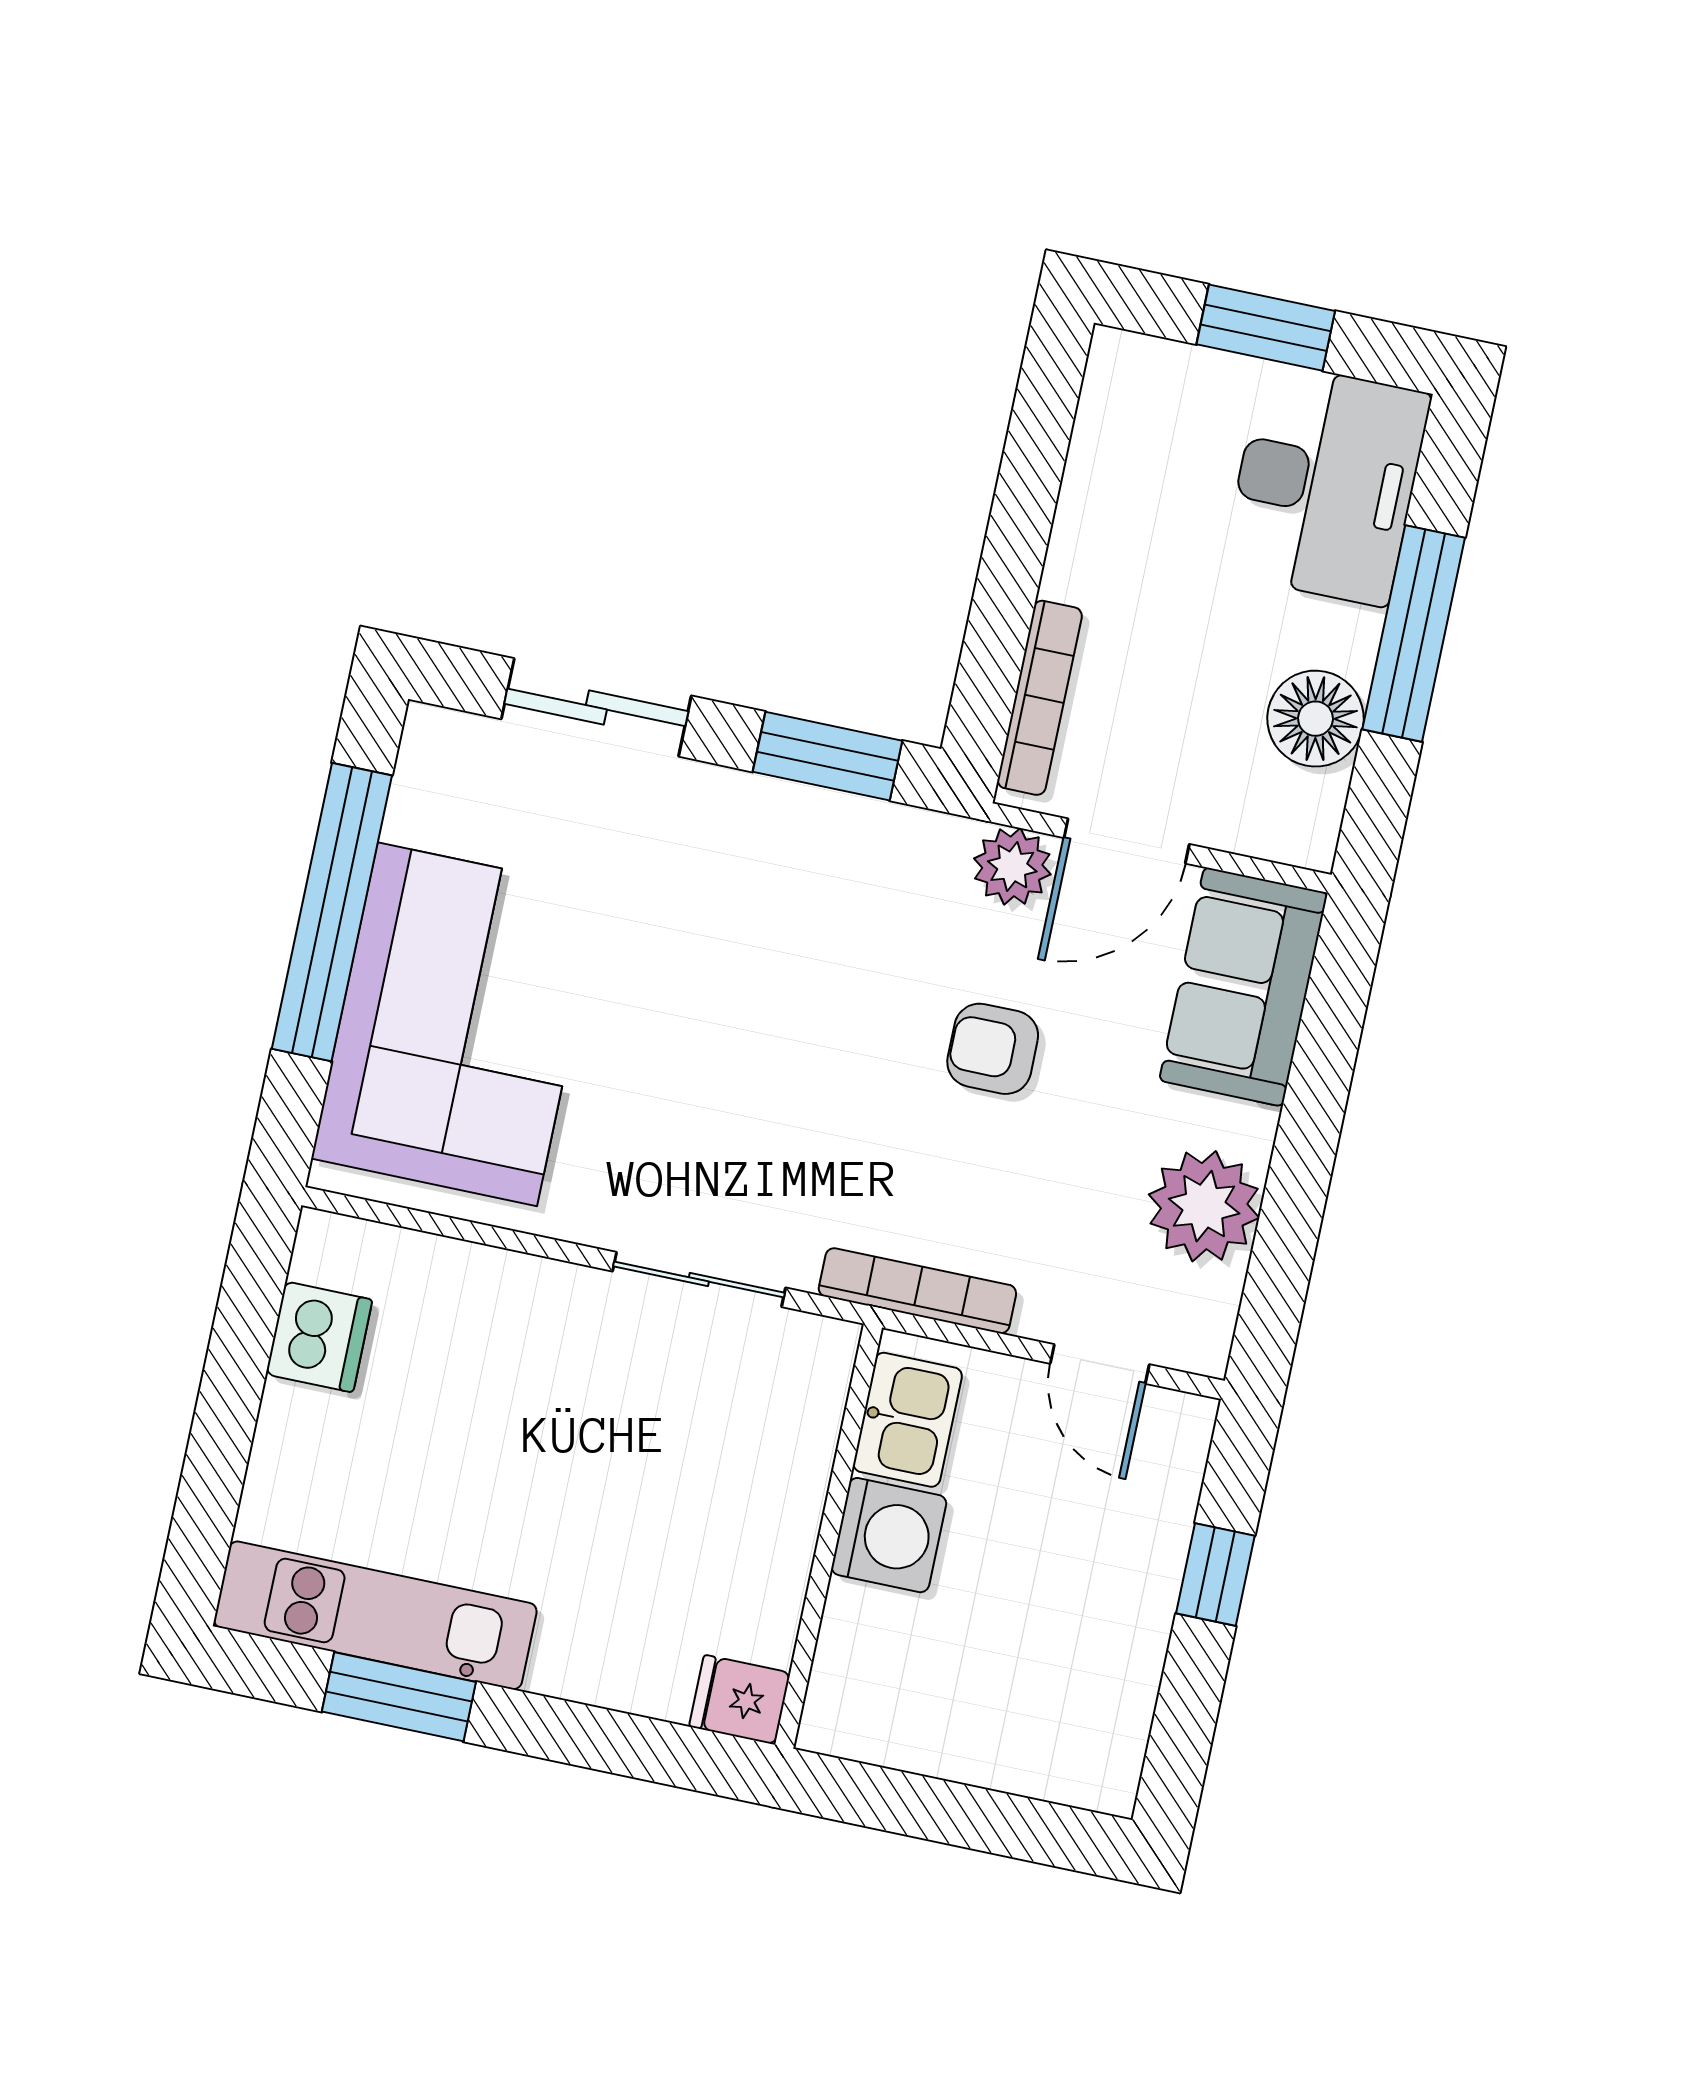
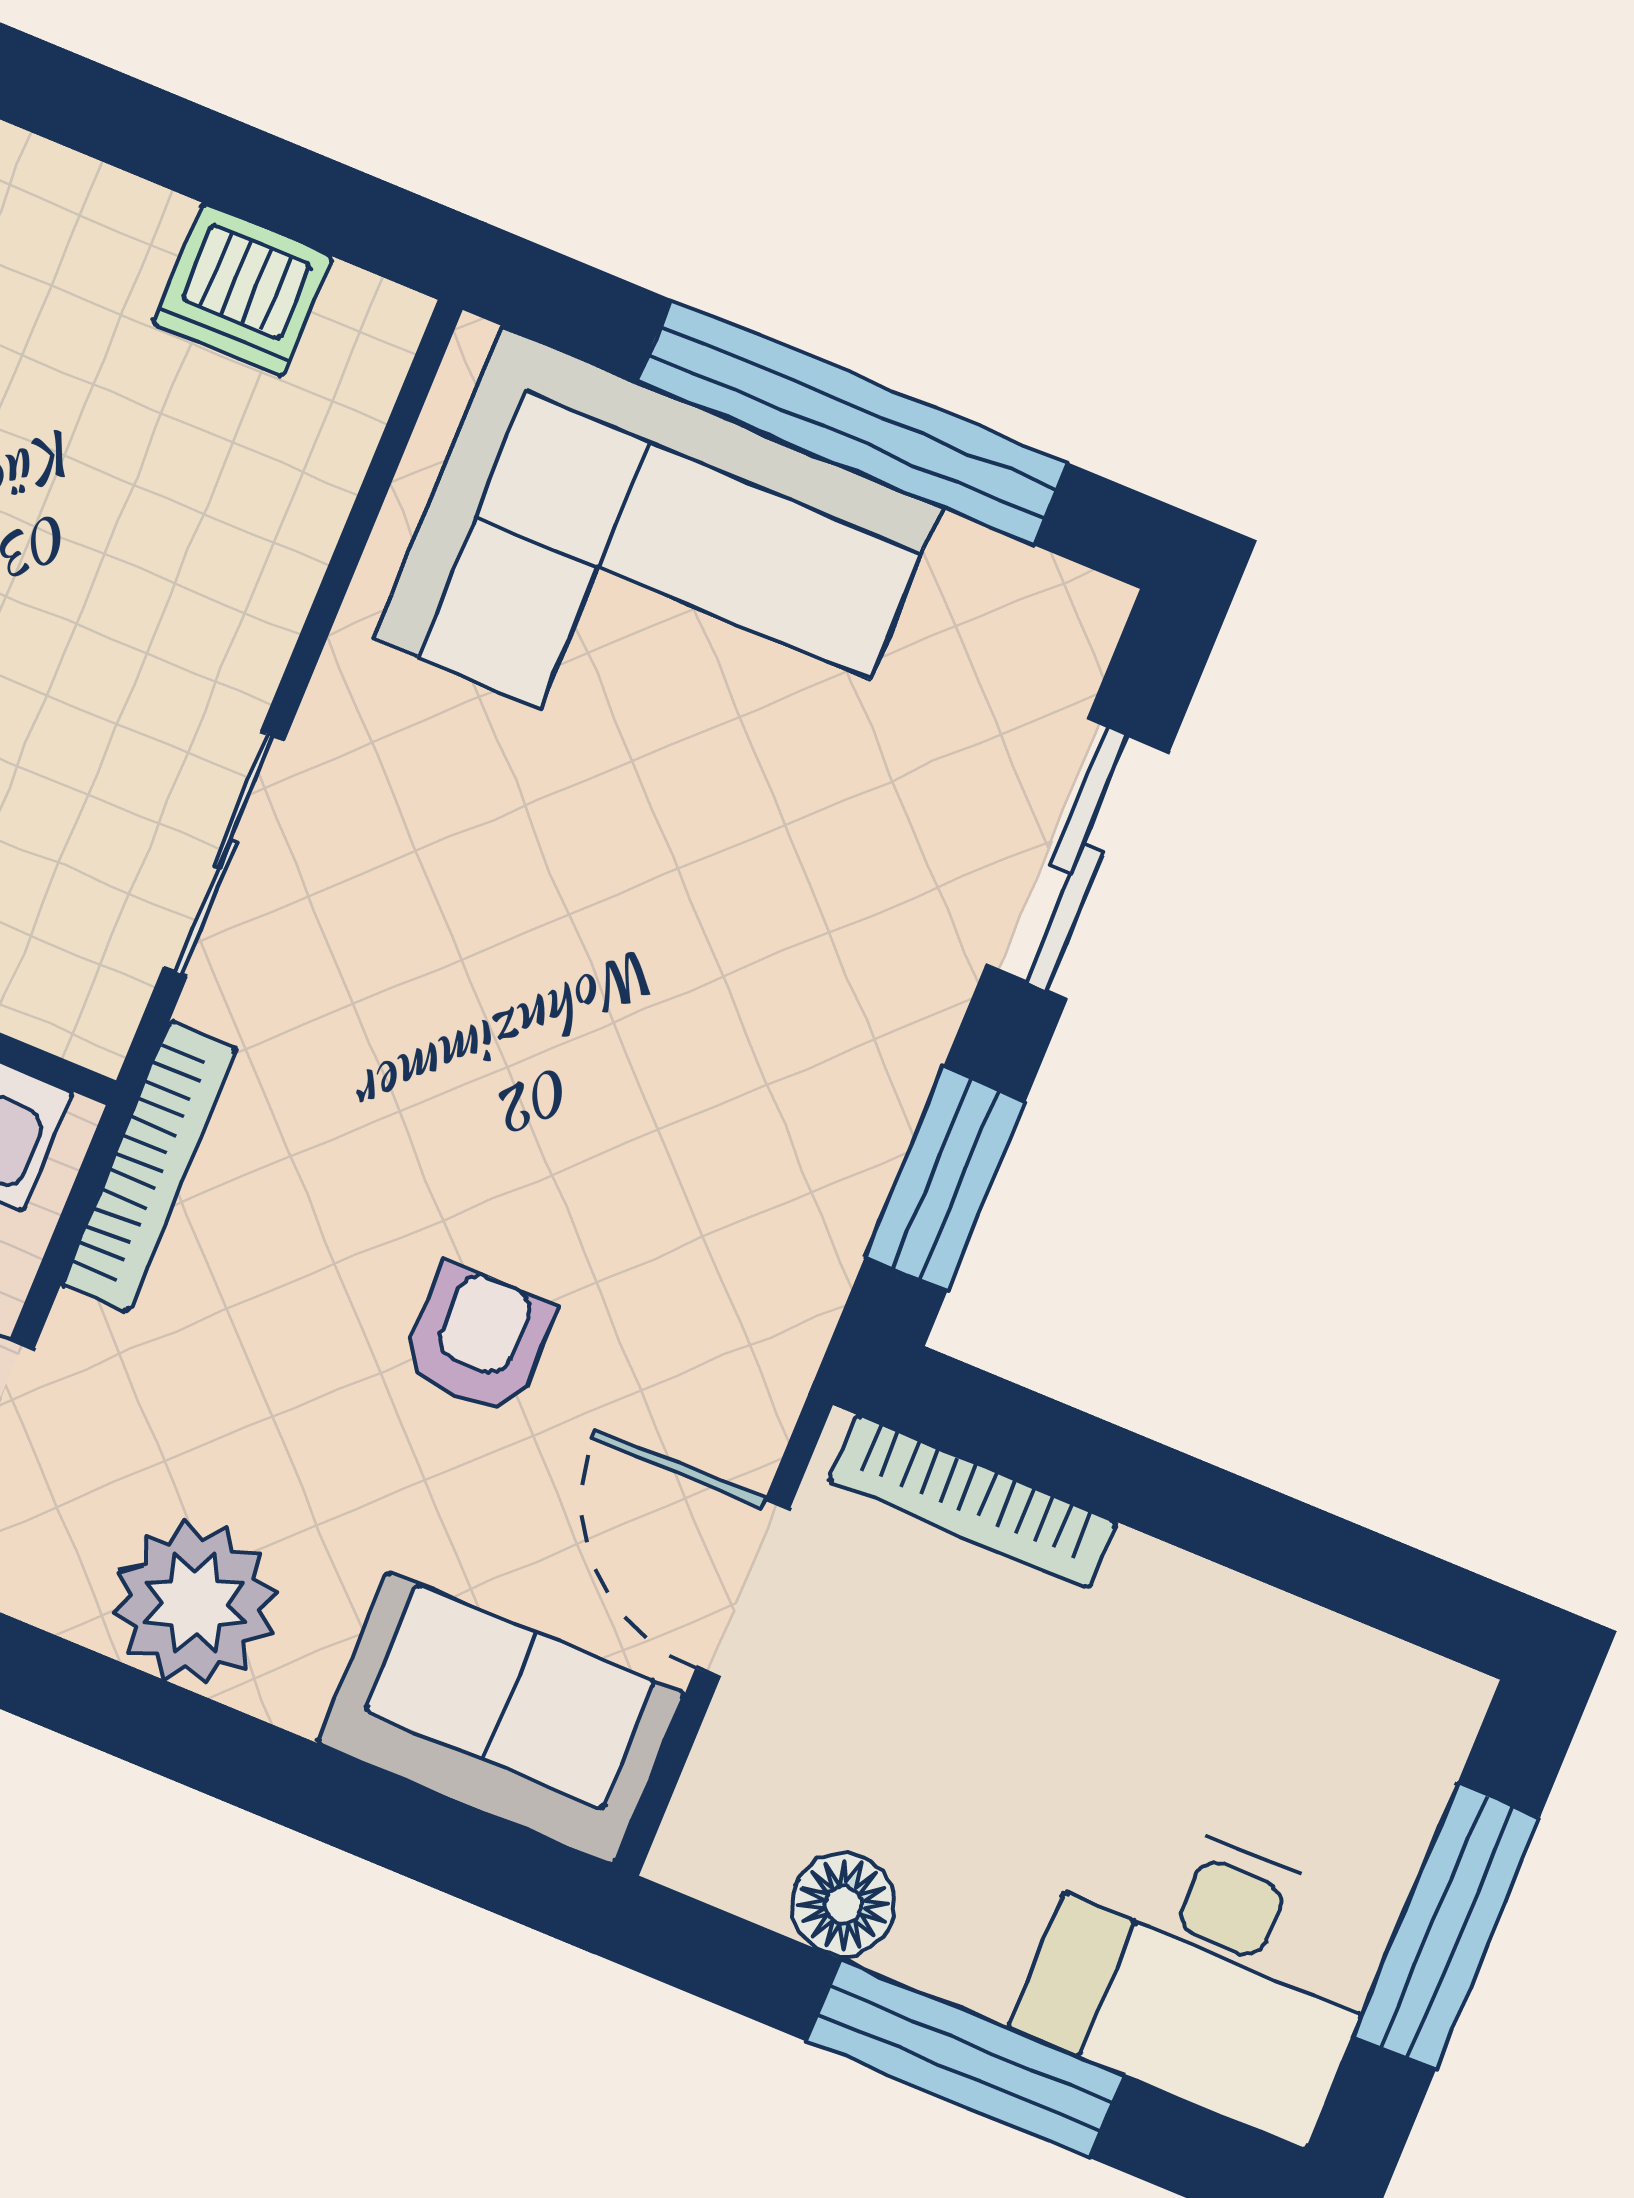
window: (1266, 328) -> (1447, 1927), width x1.44
floor lamp: (1315, 719) -> (844, 1904), width x0.73, depth x0.73
plant: (1012, 866) -> (737, 1417), removed

